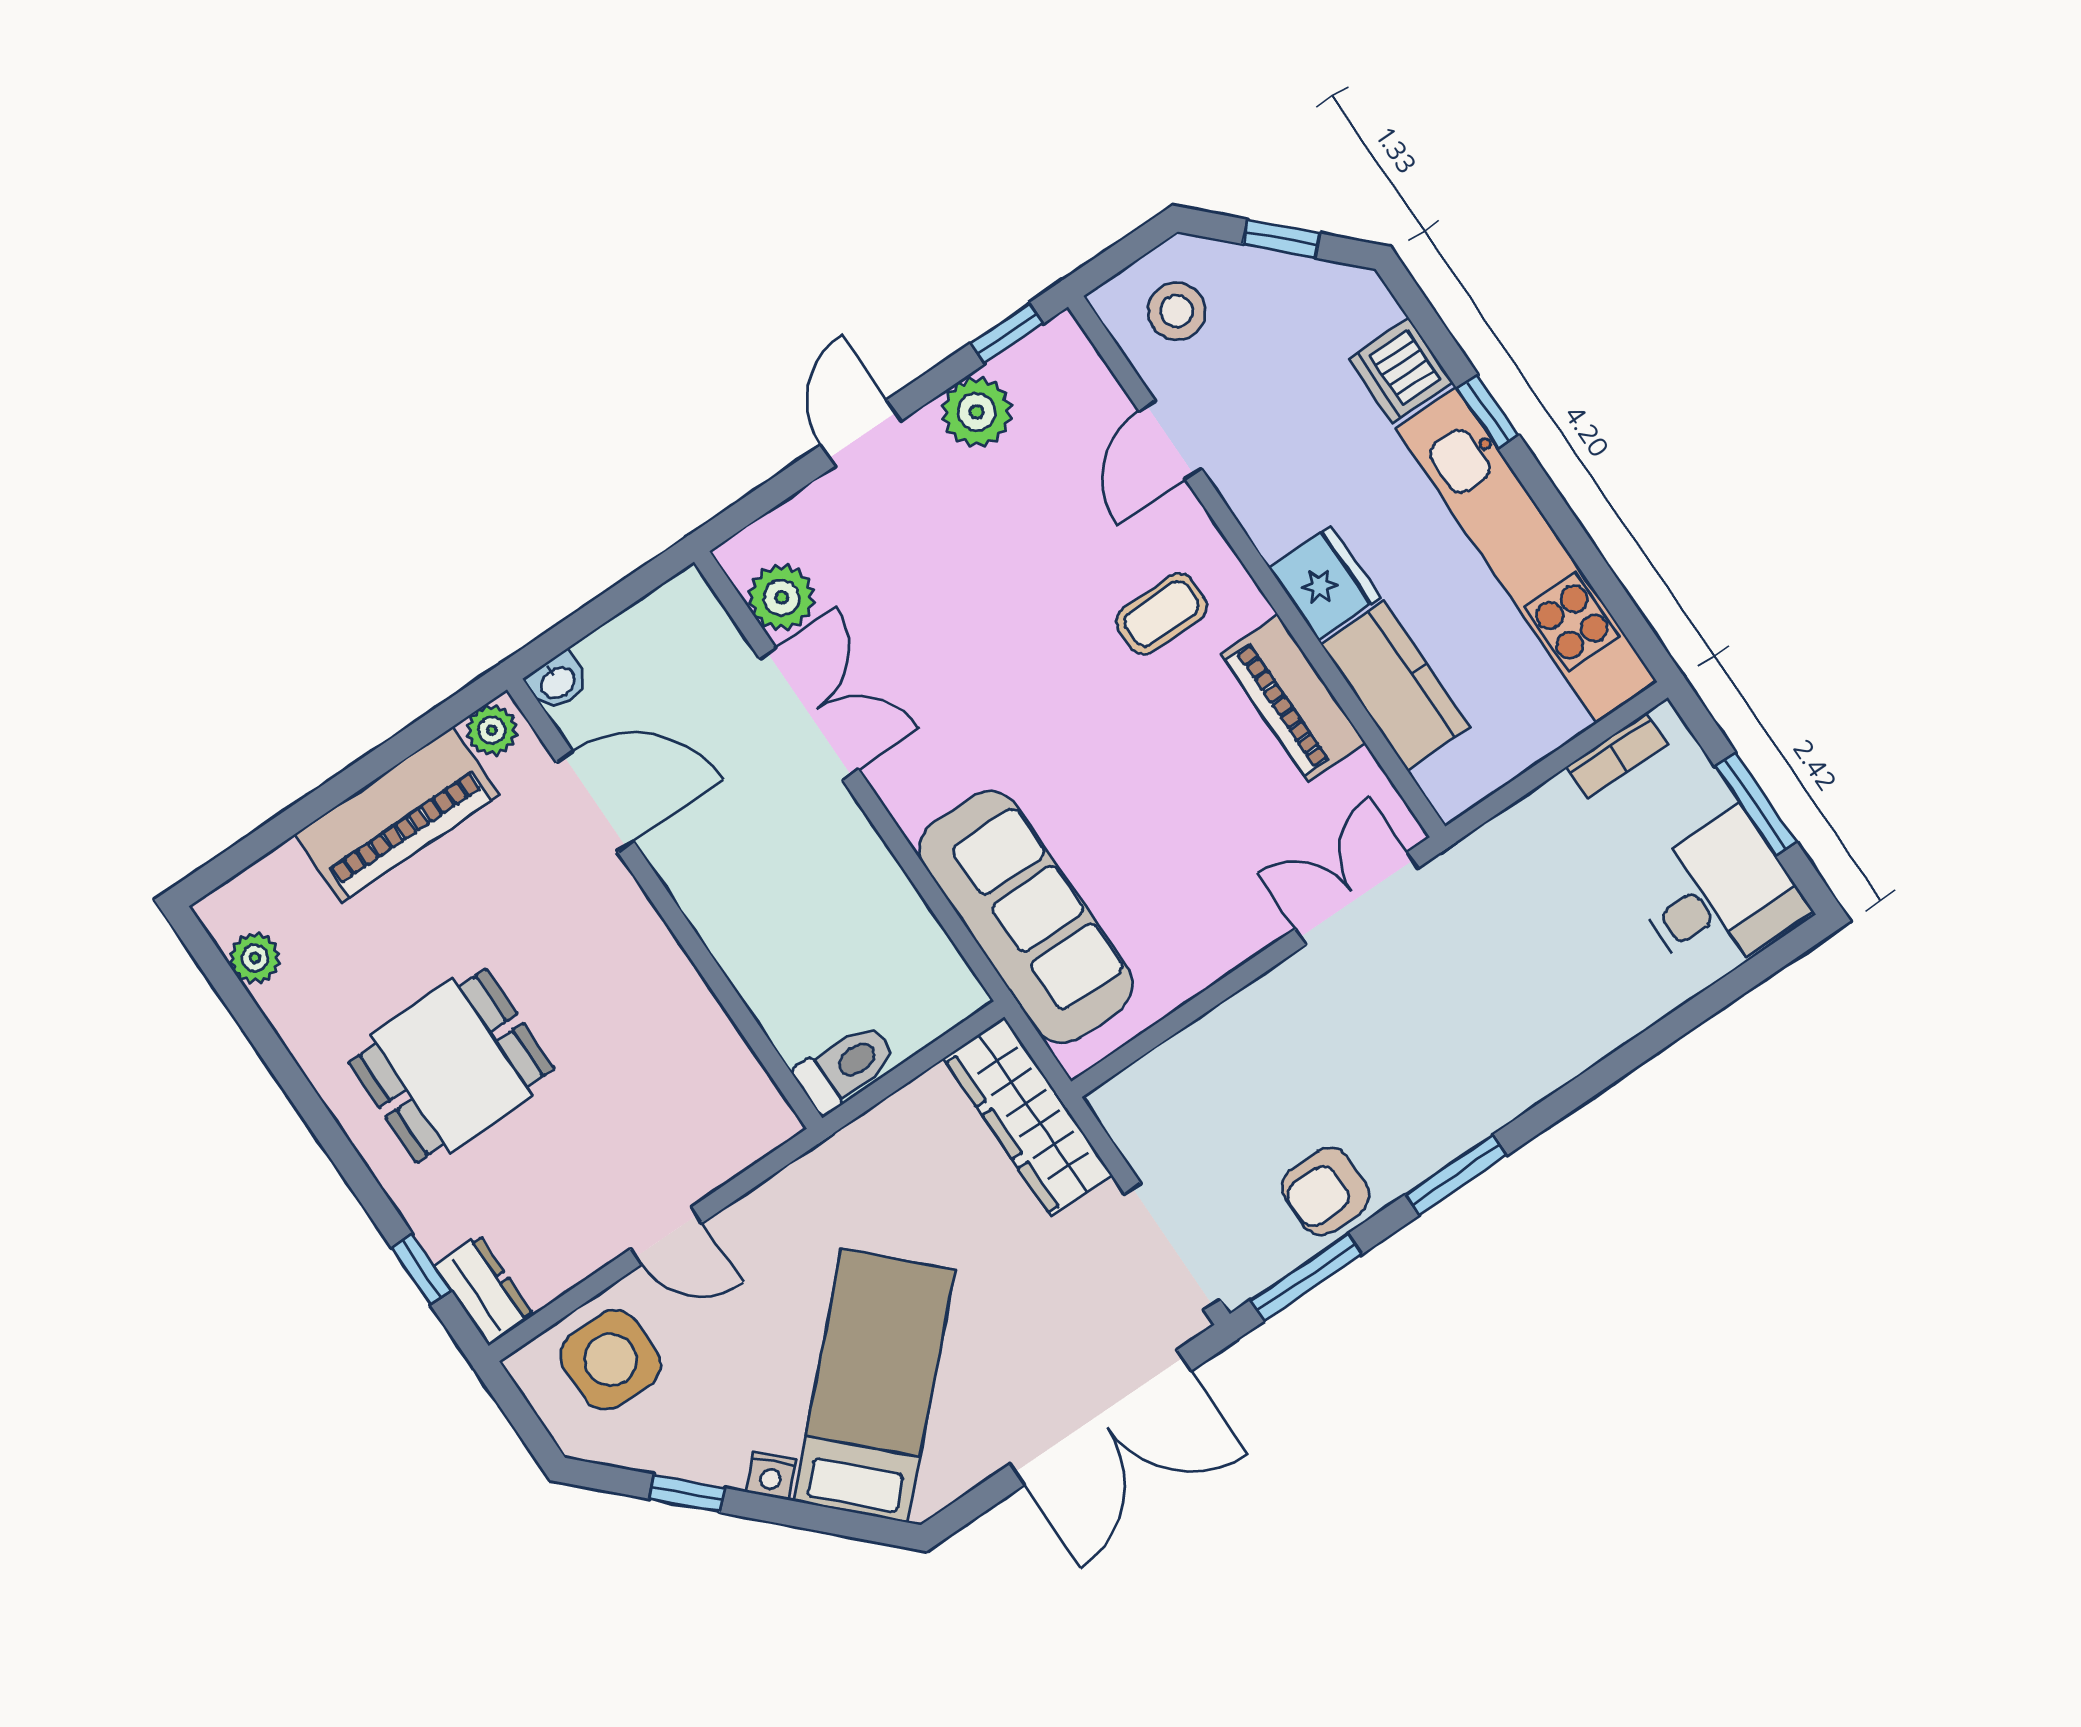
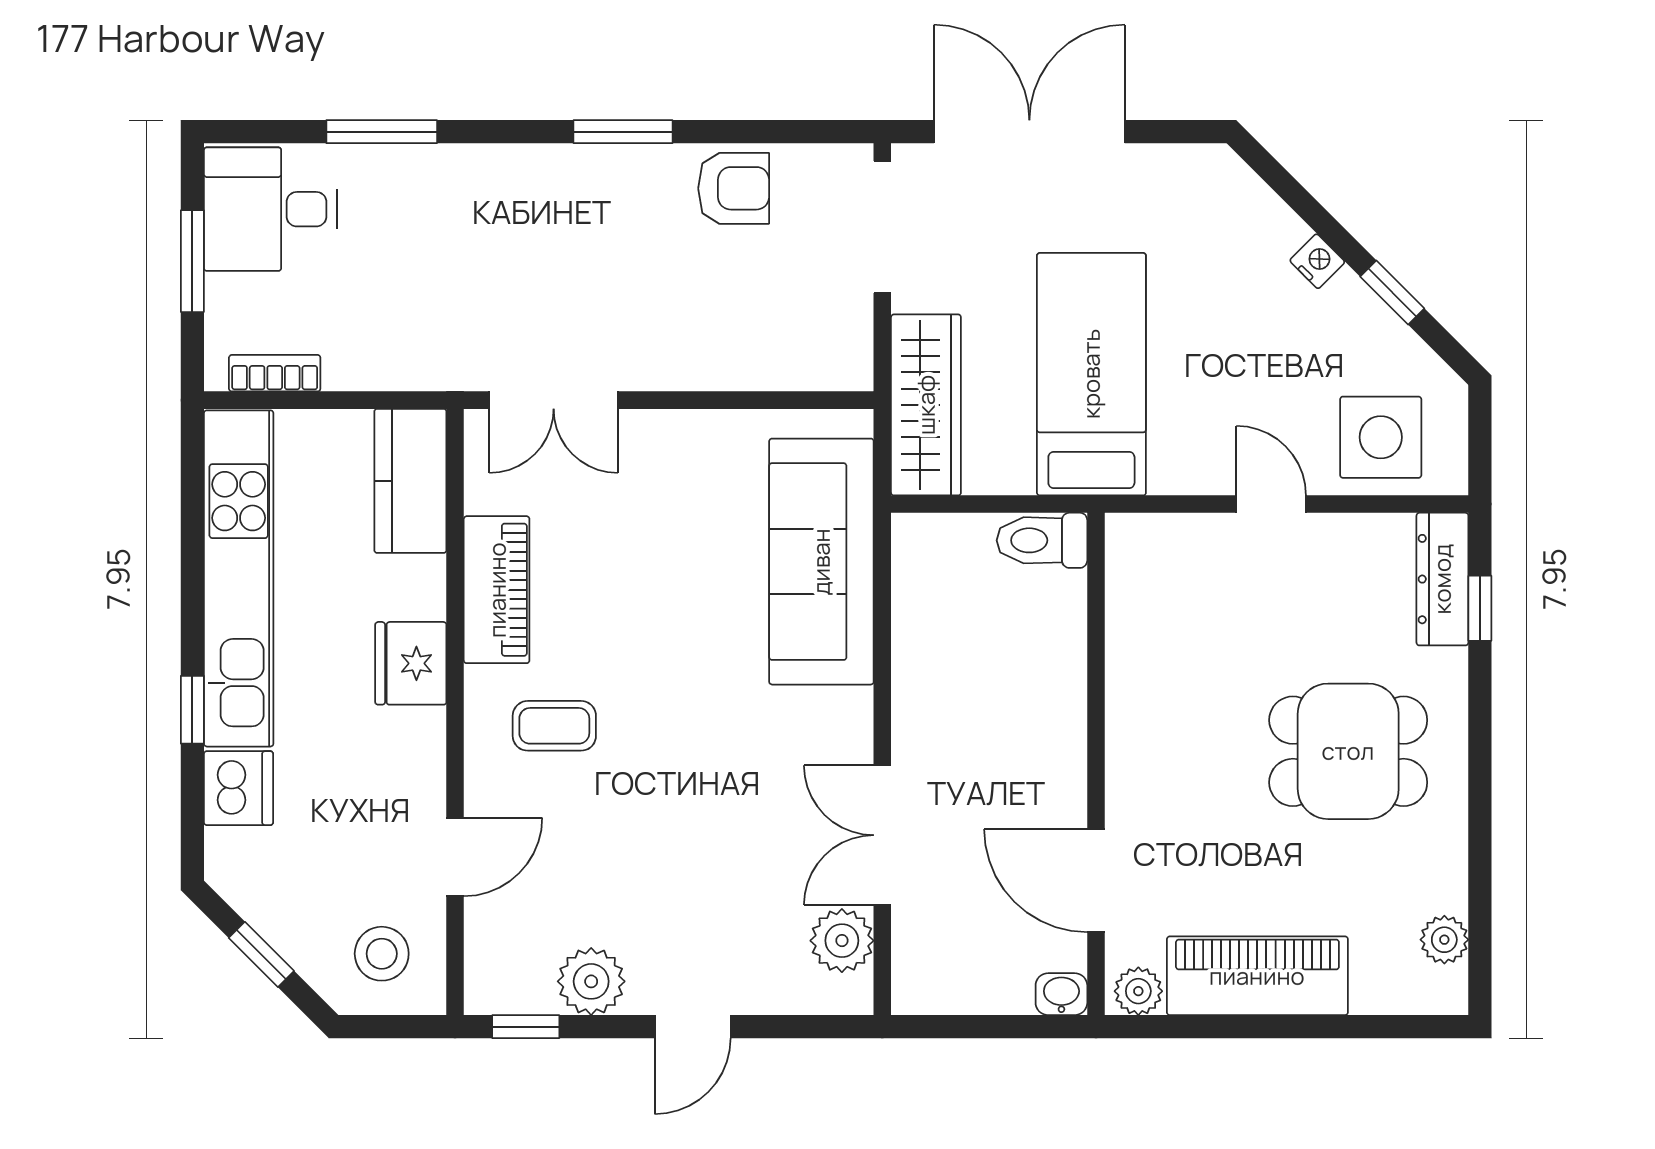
kitchen counter: (1395, 686) -> (410, 481), moved
window: (1306, 1277) -> (382, 132), moved
dresser: (484, 1290) -> (1442, 579), width x1.44
bed: (874, 1386) -> (1091, 374), moved, turned 135

